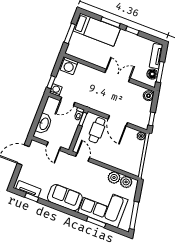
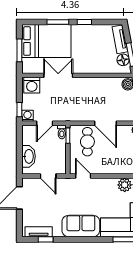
bed: (97, 30) -> (46, 41), width x1.50
double door: (117, 75) -> (58, 75), moved

